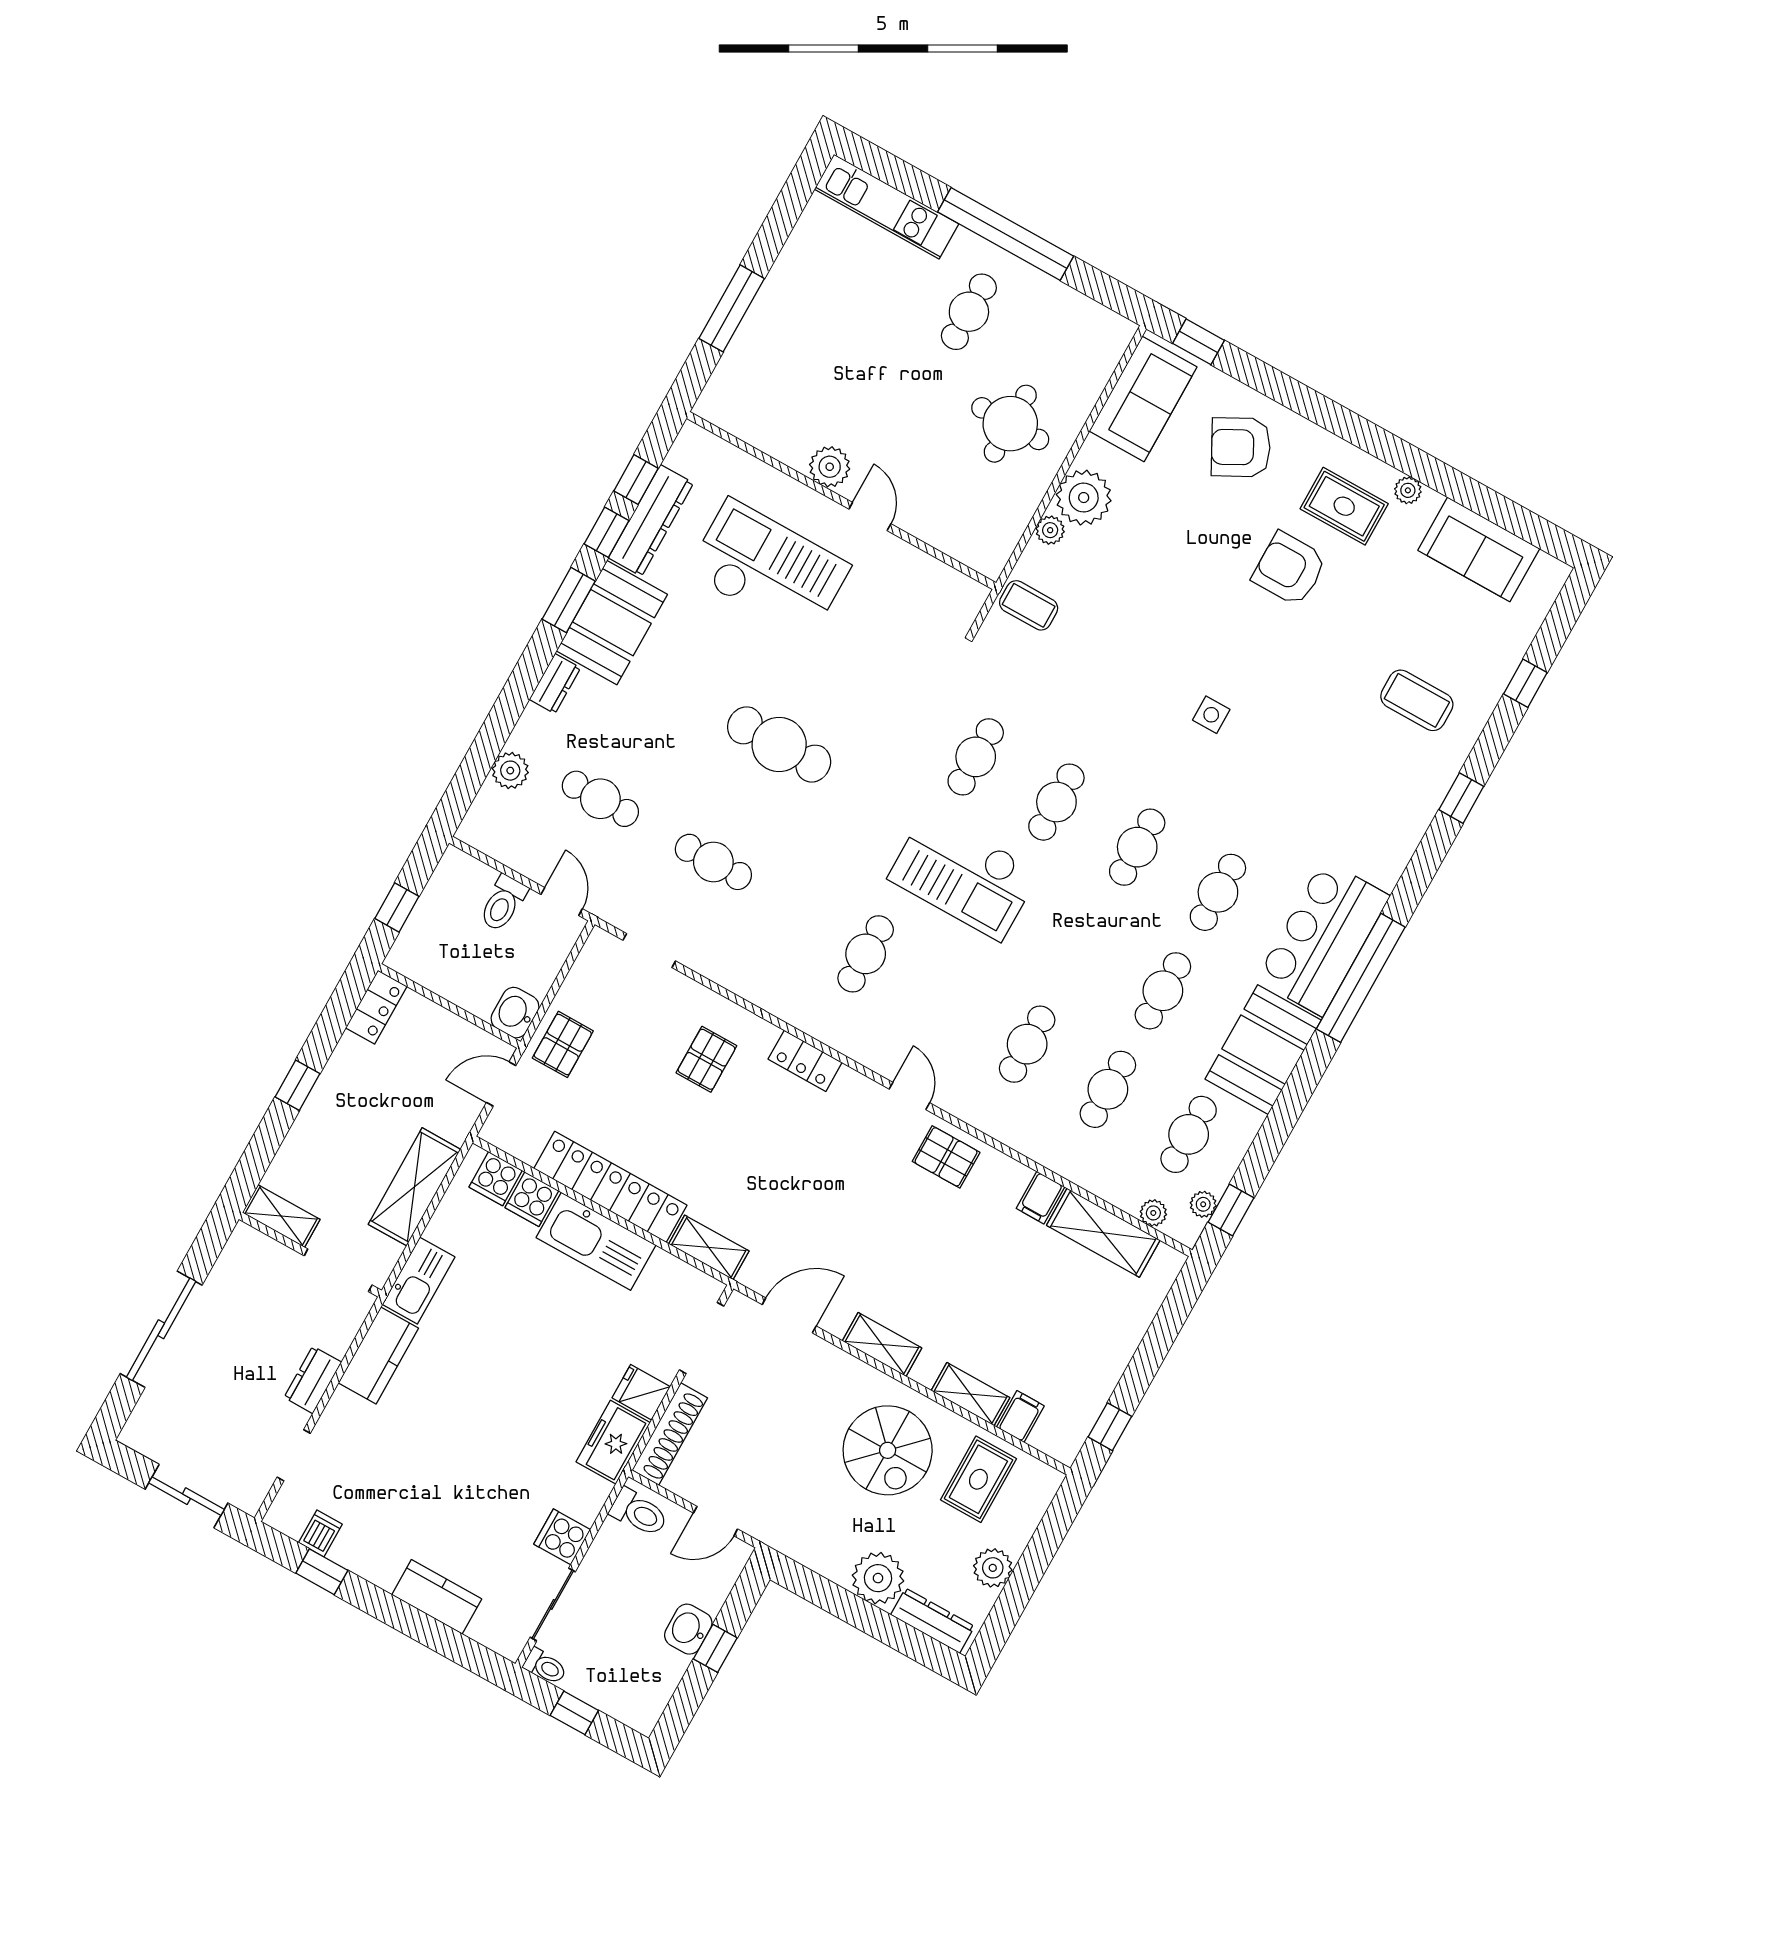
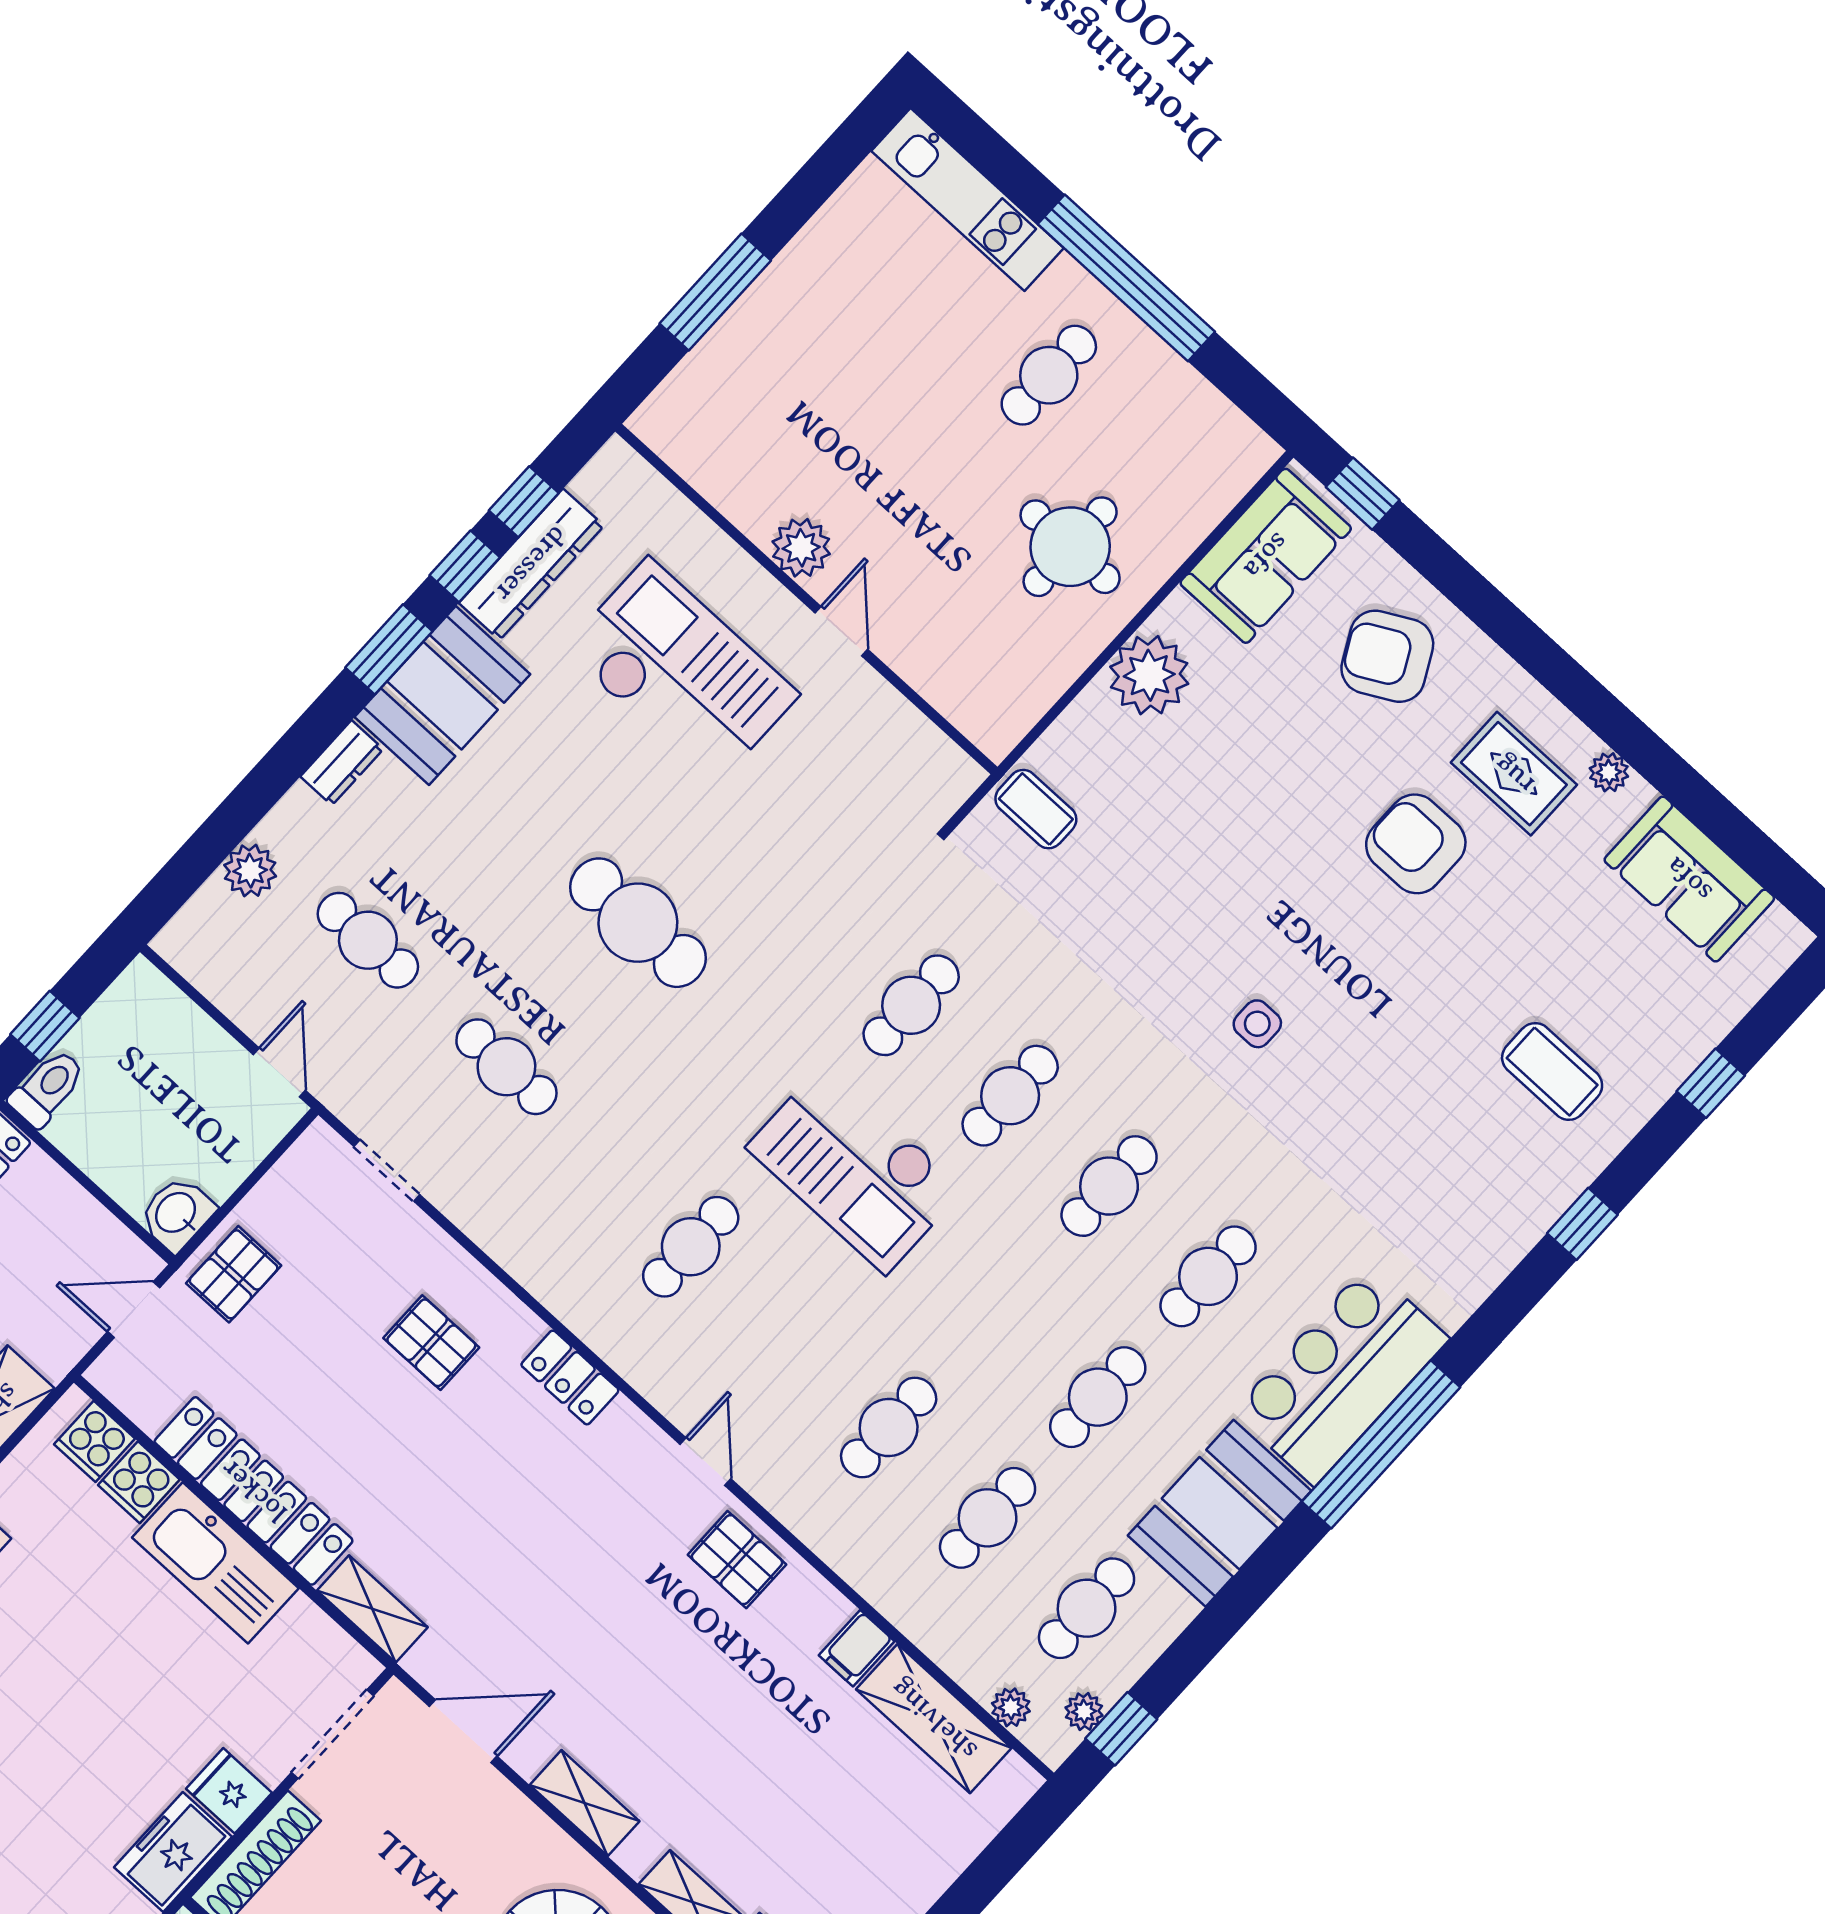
plant: (1050, 530) -> (1091, 710), removed
toilet: (503, 903) -> (47, 1088), moved, turned 180
pallet: (706, 1059) -> (431, 1343), turned 90

